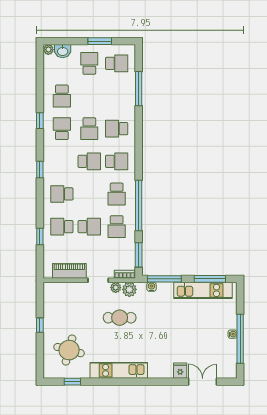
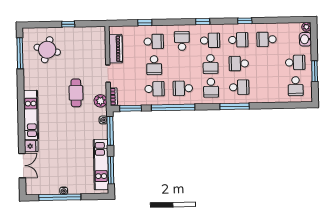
window: (139, 89) -> (235, 106), moved
school desk: (117, 129) -> (239, 87), turned 90
school desk: (62, 161) -> (210, 40), added
school desk: (62, 227) -> (154, 41), turned 90
school desk: (117, 227) -> (155, 89), turned 180
plant: (116, 288) -> (102, 89), removed
kitchen unit: (119, 370) -> (31, 115), moved
window: (72, 382) -> (20, 53), width x2.17

